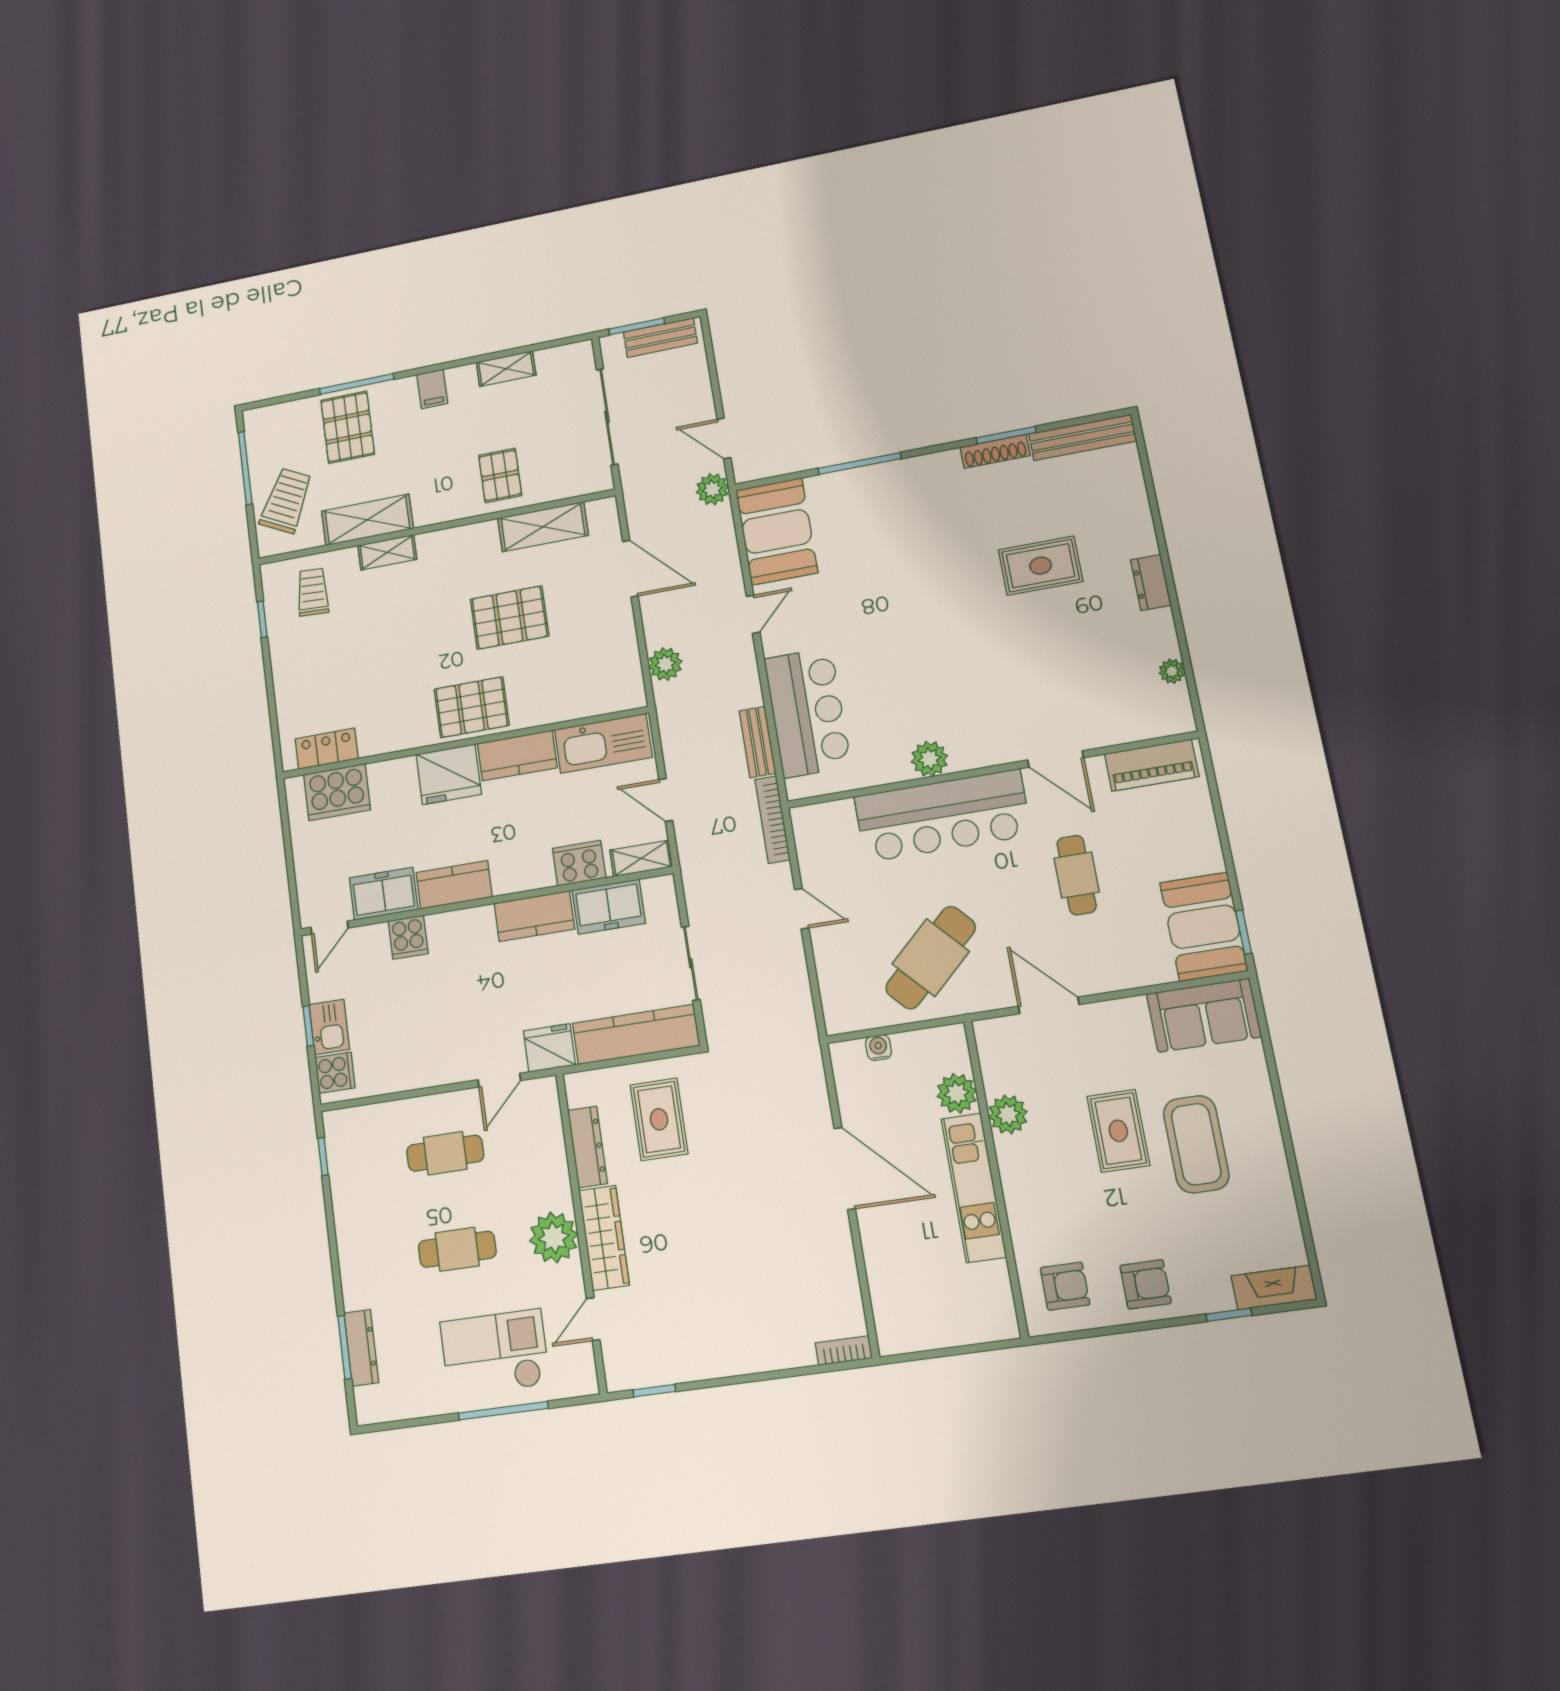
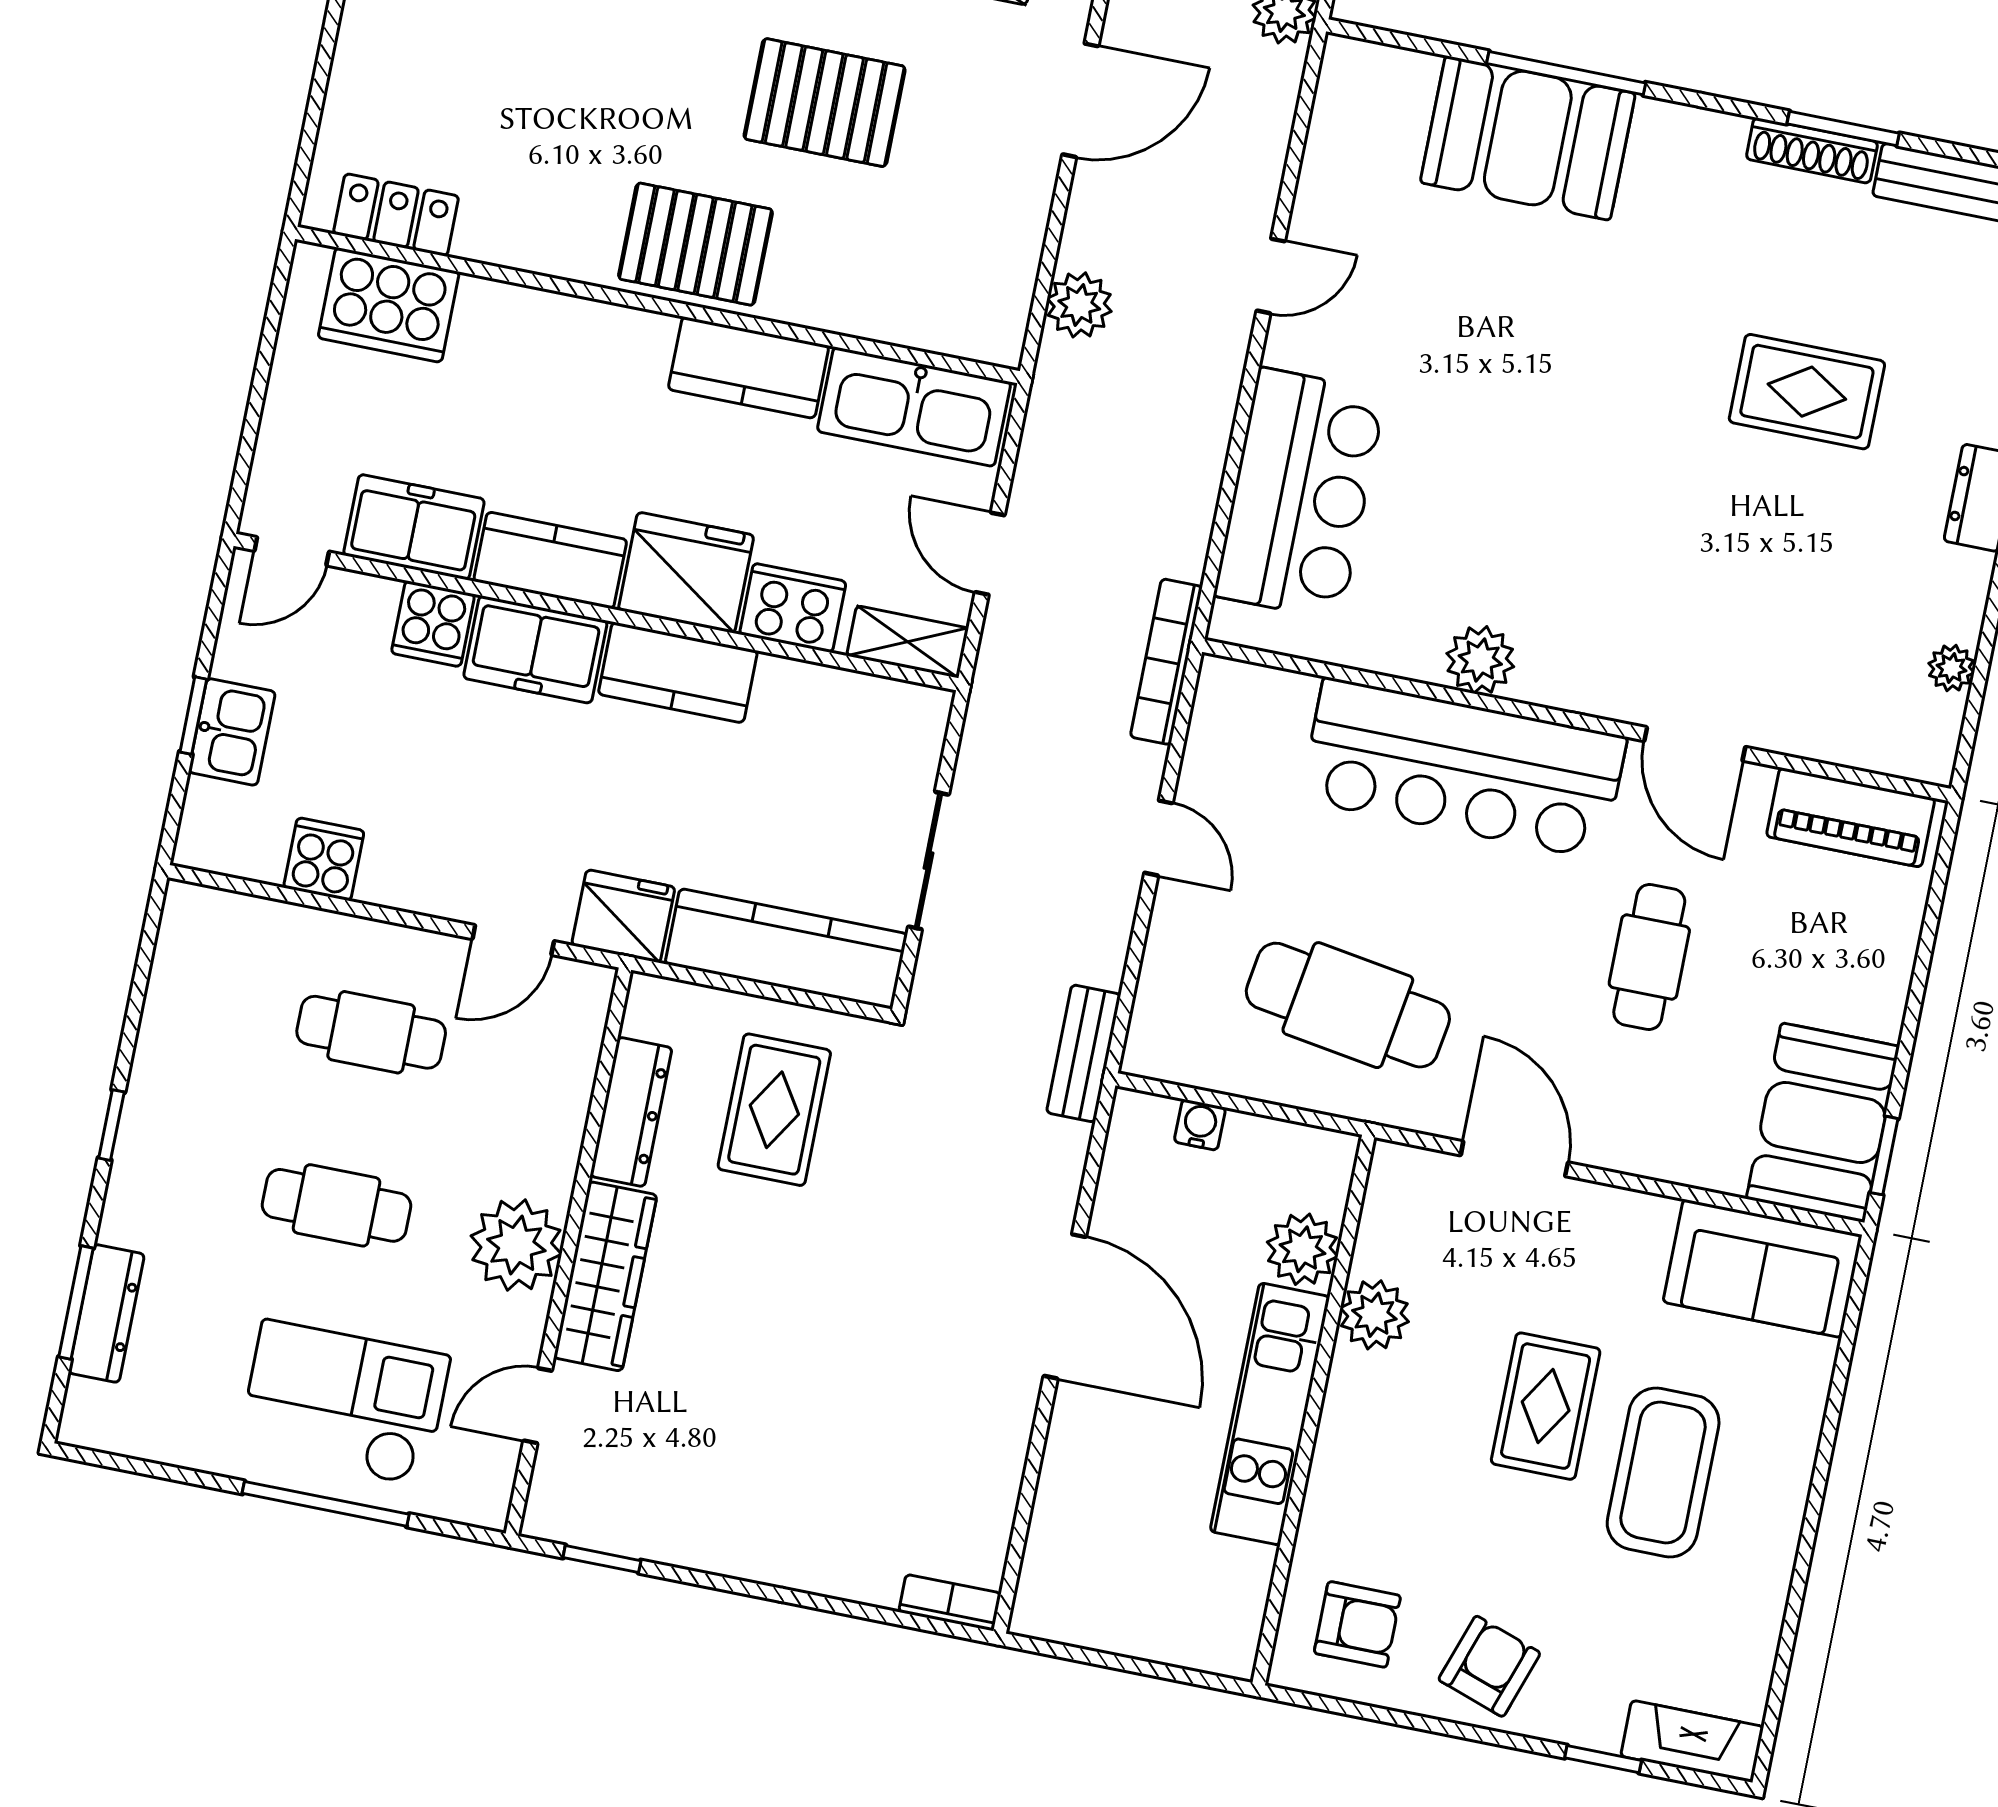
booth: (777, 531) -> (1528, 138), moved, turned 90
door: (630, 569) -> (1080, 100), hinge flipped
bench: (757, 742) -> (1084, 1053), moved
fridge: (449, 774) -> (686, 573), moved, turned 180
freezer: (609, 907) -> (535, 649), moved
cafe table: (931, 958) -> (1348, 1005), turned 52
cooker: (335, 1073) -> (324, 859), moved, turned -90
window: (323, 1157) -> (111, 1125), moved
armchair: (1146, 1284) -> (1489, 1666), turned -71

